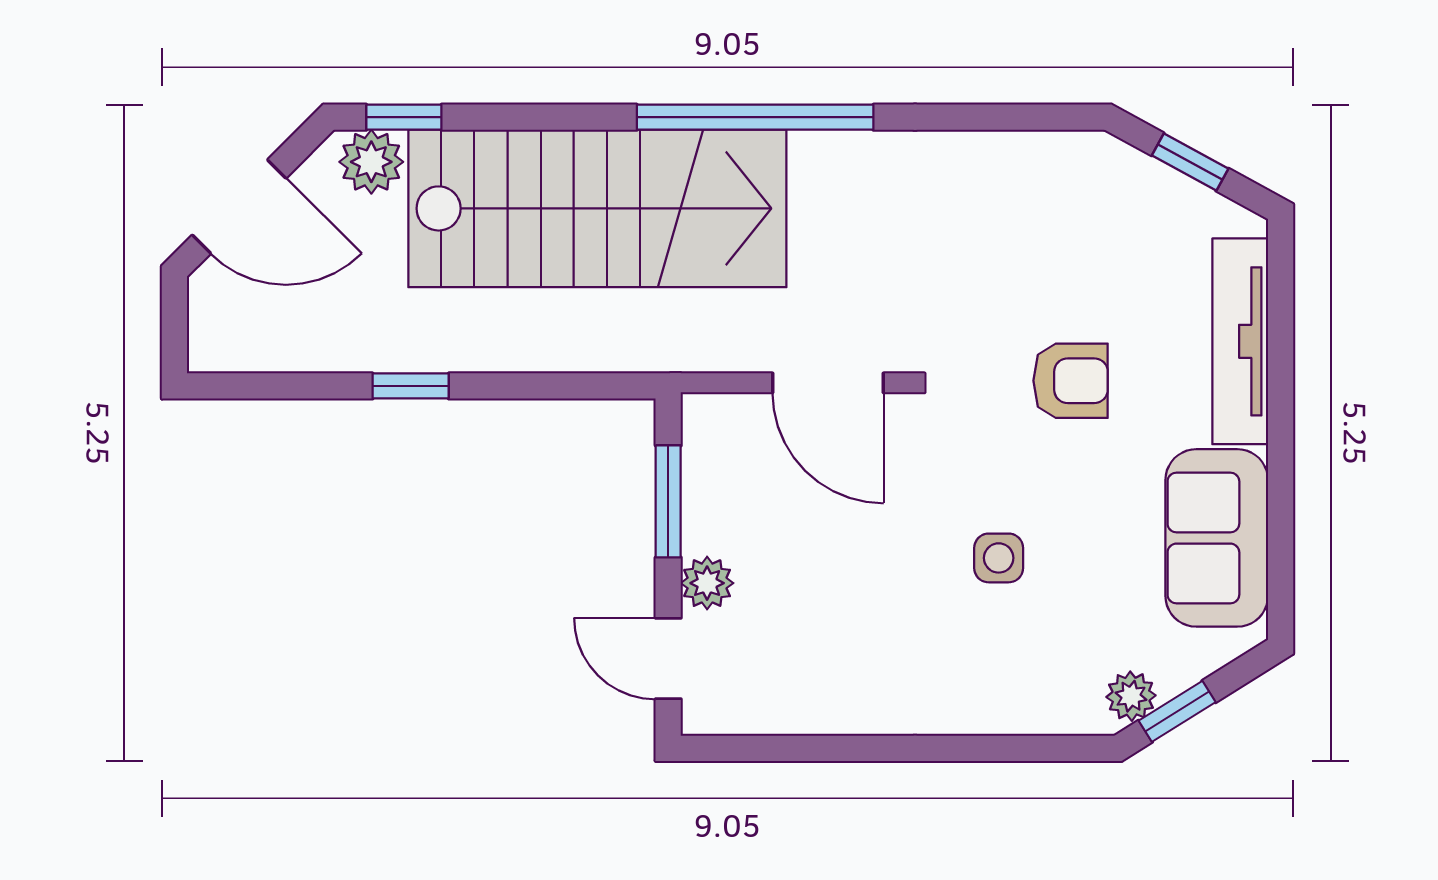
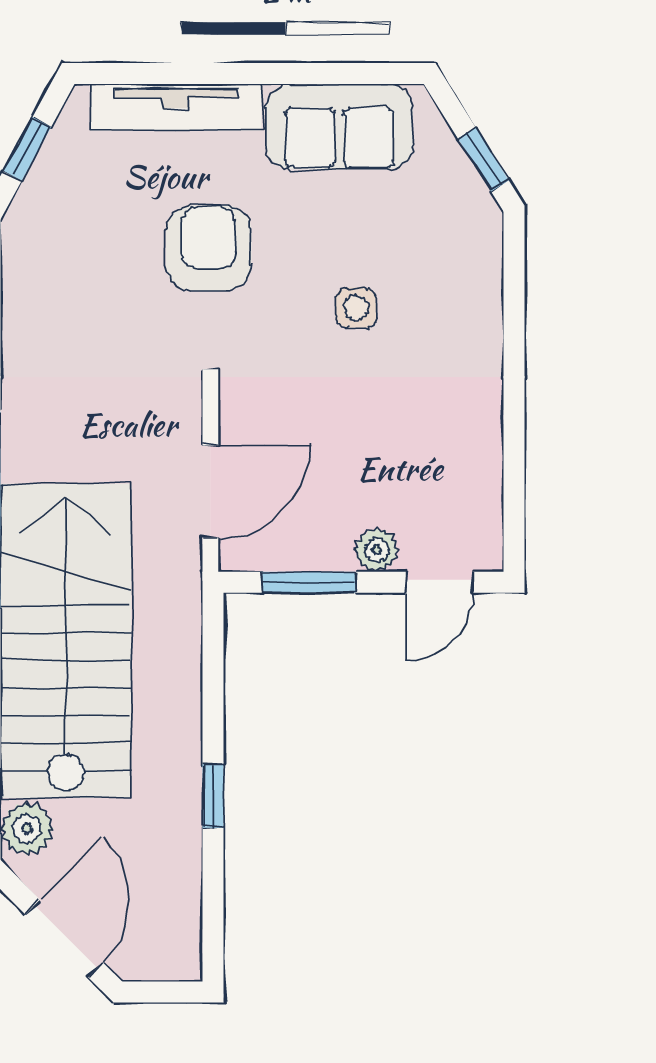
armchair: (1071, 381) -> (209, 248), width x1.38, depth x1.38
door: (828, 383) -> (210, 492), moved
plant: (1131, 696) -> (471, 198), removed

